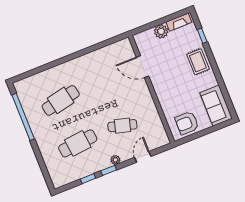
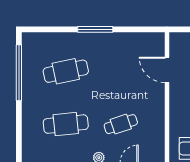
window: (71, 57) -> (95, 29), added
cafe table: (122, 126) -> (121, 124), turned -33

